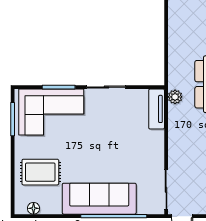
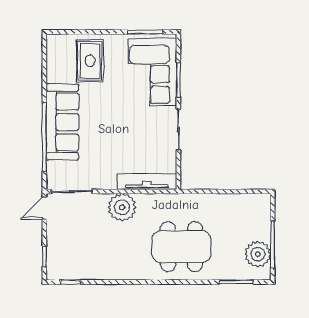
plant: (175, 97) -> (122, 207), moved, width x1.87, depth x1.87
tv unit: (157, 109) -> (147, 182), width x1.41
floor lamp: (34, 208) -> (52, 54), removed

